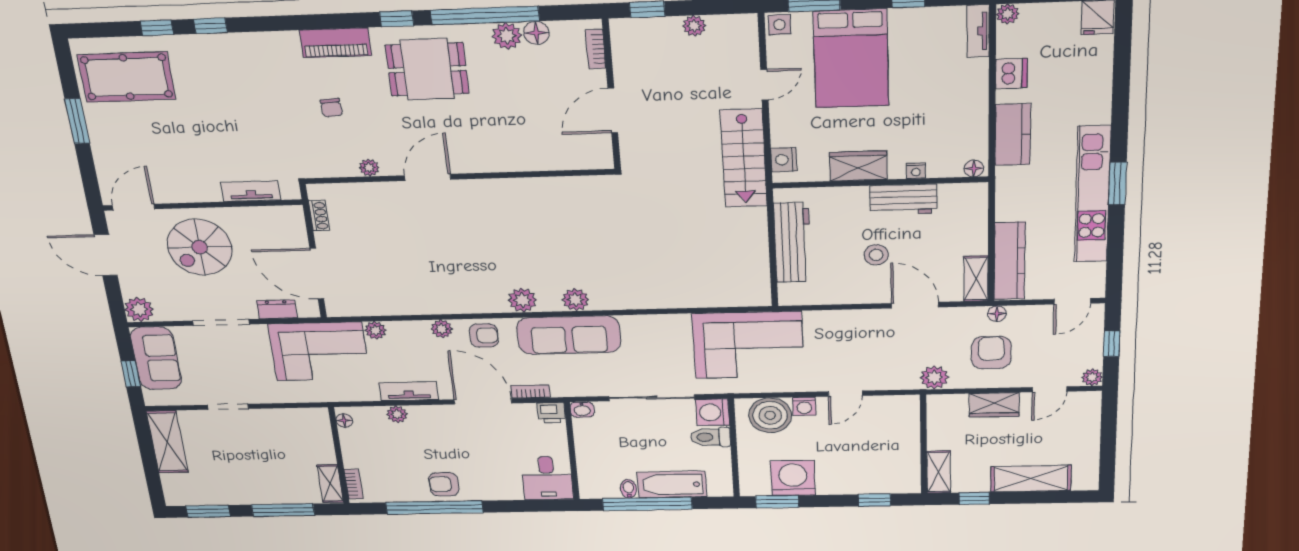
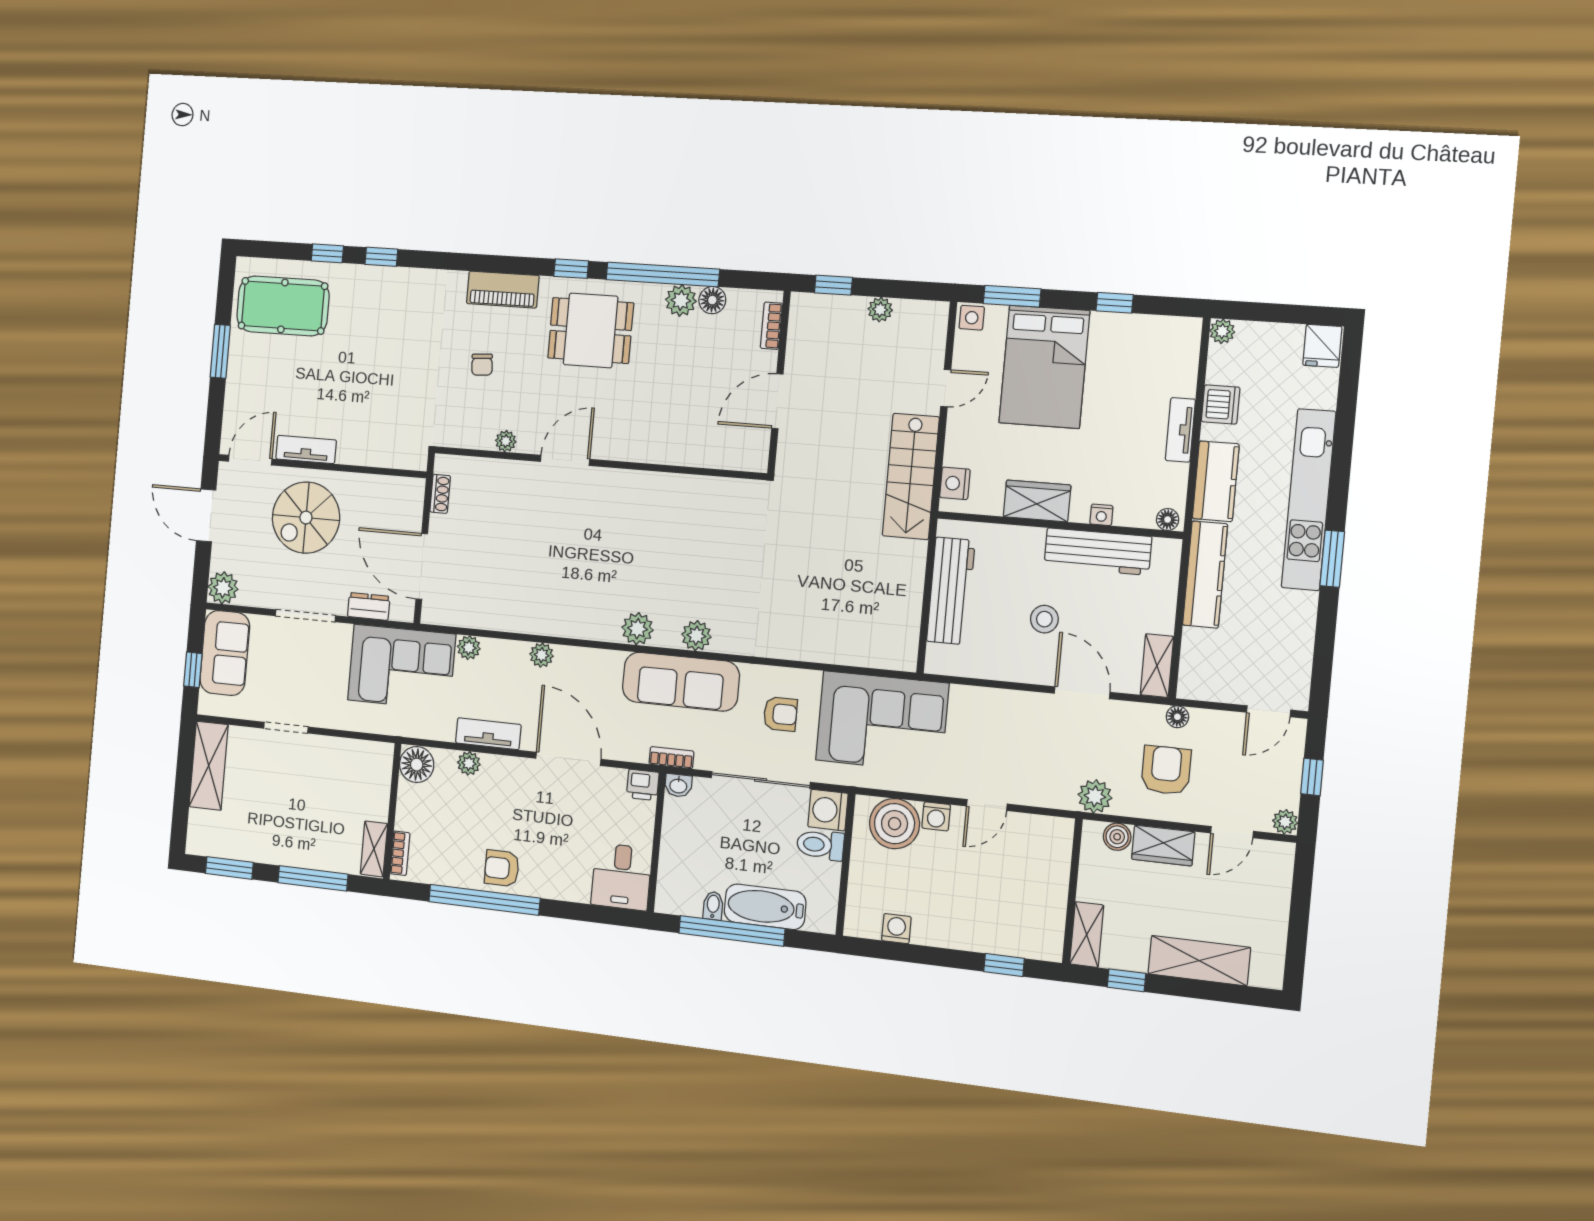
tv unit: (978, 31) -> (1180, 430), moved
tv unit: (251, 191) -> (306, 449), moved
kitchen unit: (1093, 194) -> (1309, 500), moved
workbench: (903, 200) -> (1098, 551), width x1.38
kitchen counter: (1010, 261) -> (1205, 575), moved
armchair: (484, 335) -> (780, 714), moved
bookcase: (530, 391) -> (671, 758), moved
boiler: (956, 403) -> (1117, 837), added
floor lamp: (344, 420) -> (417, 765), width x1.89, depth x1.89
washing machine: (793, 478) -> (896, 929), width x0.53, depth x0.53
window: (777, 502) -> (887, 950), removed

